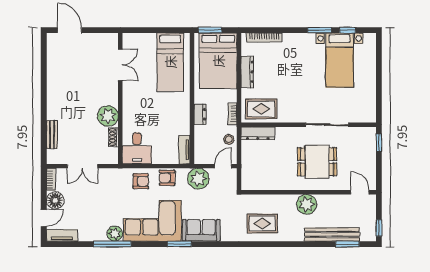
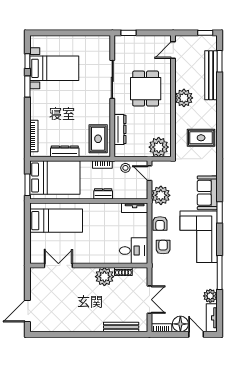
dresser: (258, 133) -> (120, 129), moved
bench: (52, 135) -> (121, 327), width x1.36
plant: (252, 176) -> (159, 147), added
rug: (262, 223) -> (201, 138), turned 90
plant: (115, 234) -> (210, 296), moved

